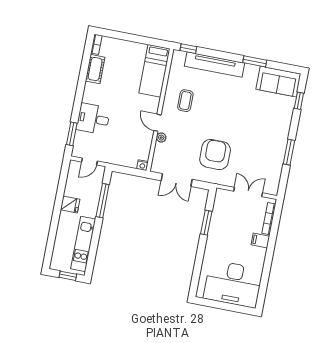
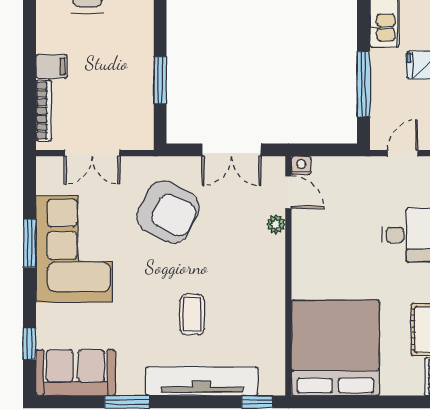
bed: (154, 71) -> (335, 348), width x2.04
coffee table: (185, 101) -> (192, 314), moved
door: (157, 123) -> (288, 192), moved
corner sofa: (267, 145) -> (74, 249), added
armchair: (215, 154) -> (168, 212), turned -63
double door: (177, 180) -> (232, 150), swing flipped

